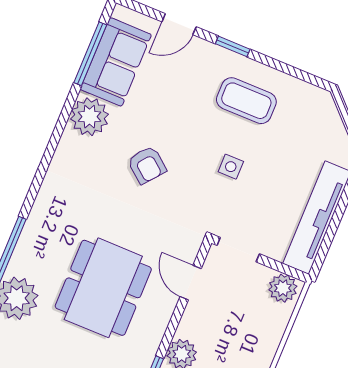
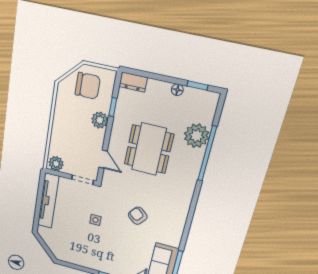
coffee table: (246, 101) -> (95, 252), removed
plant: (90, 117) -> (172, 236), removed

